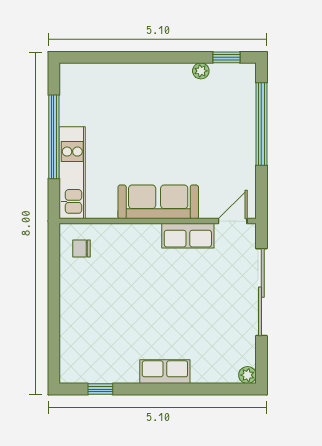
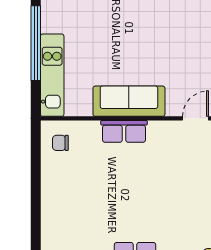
row of seats: (188, 236) -> (124, 131), moved

